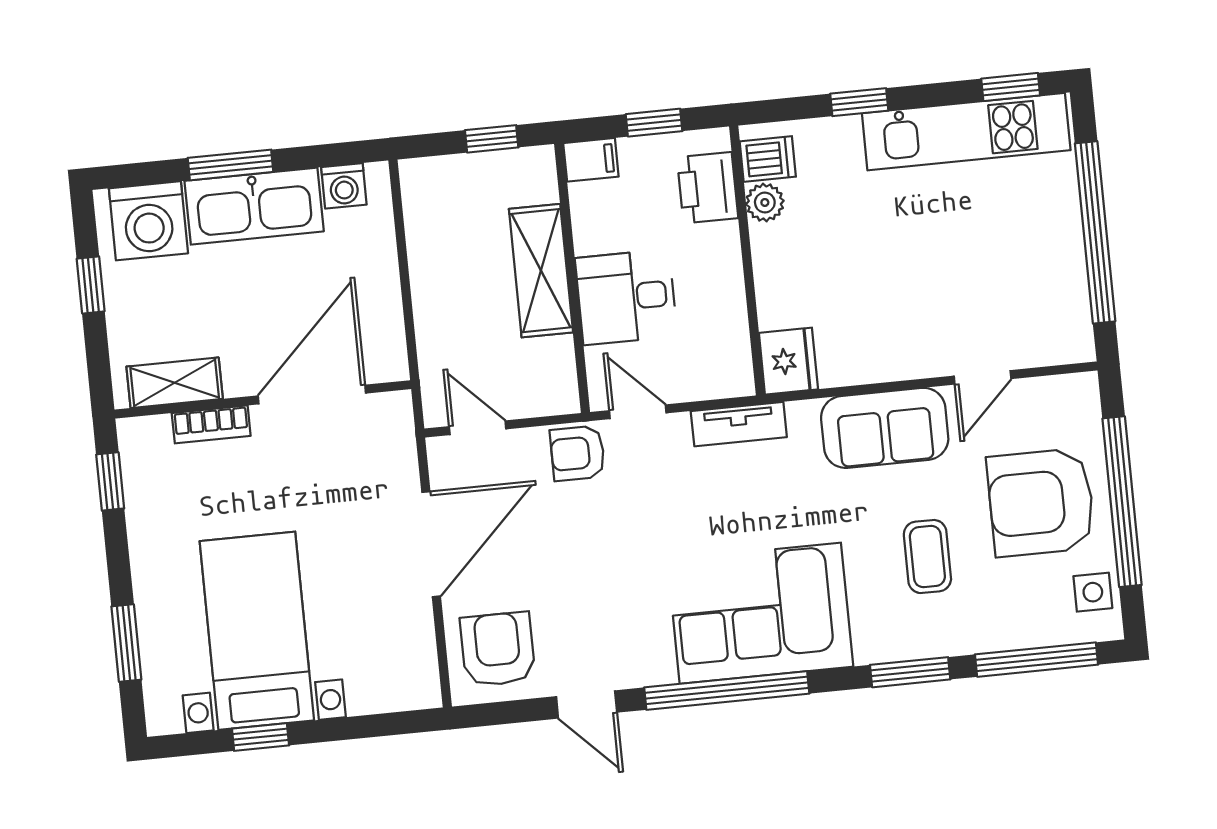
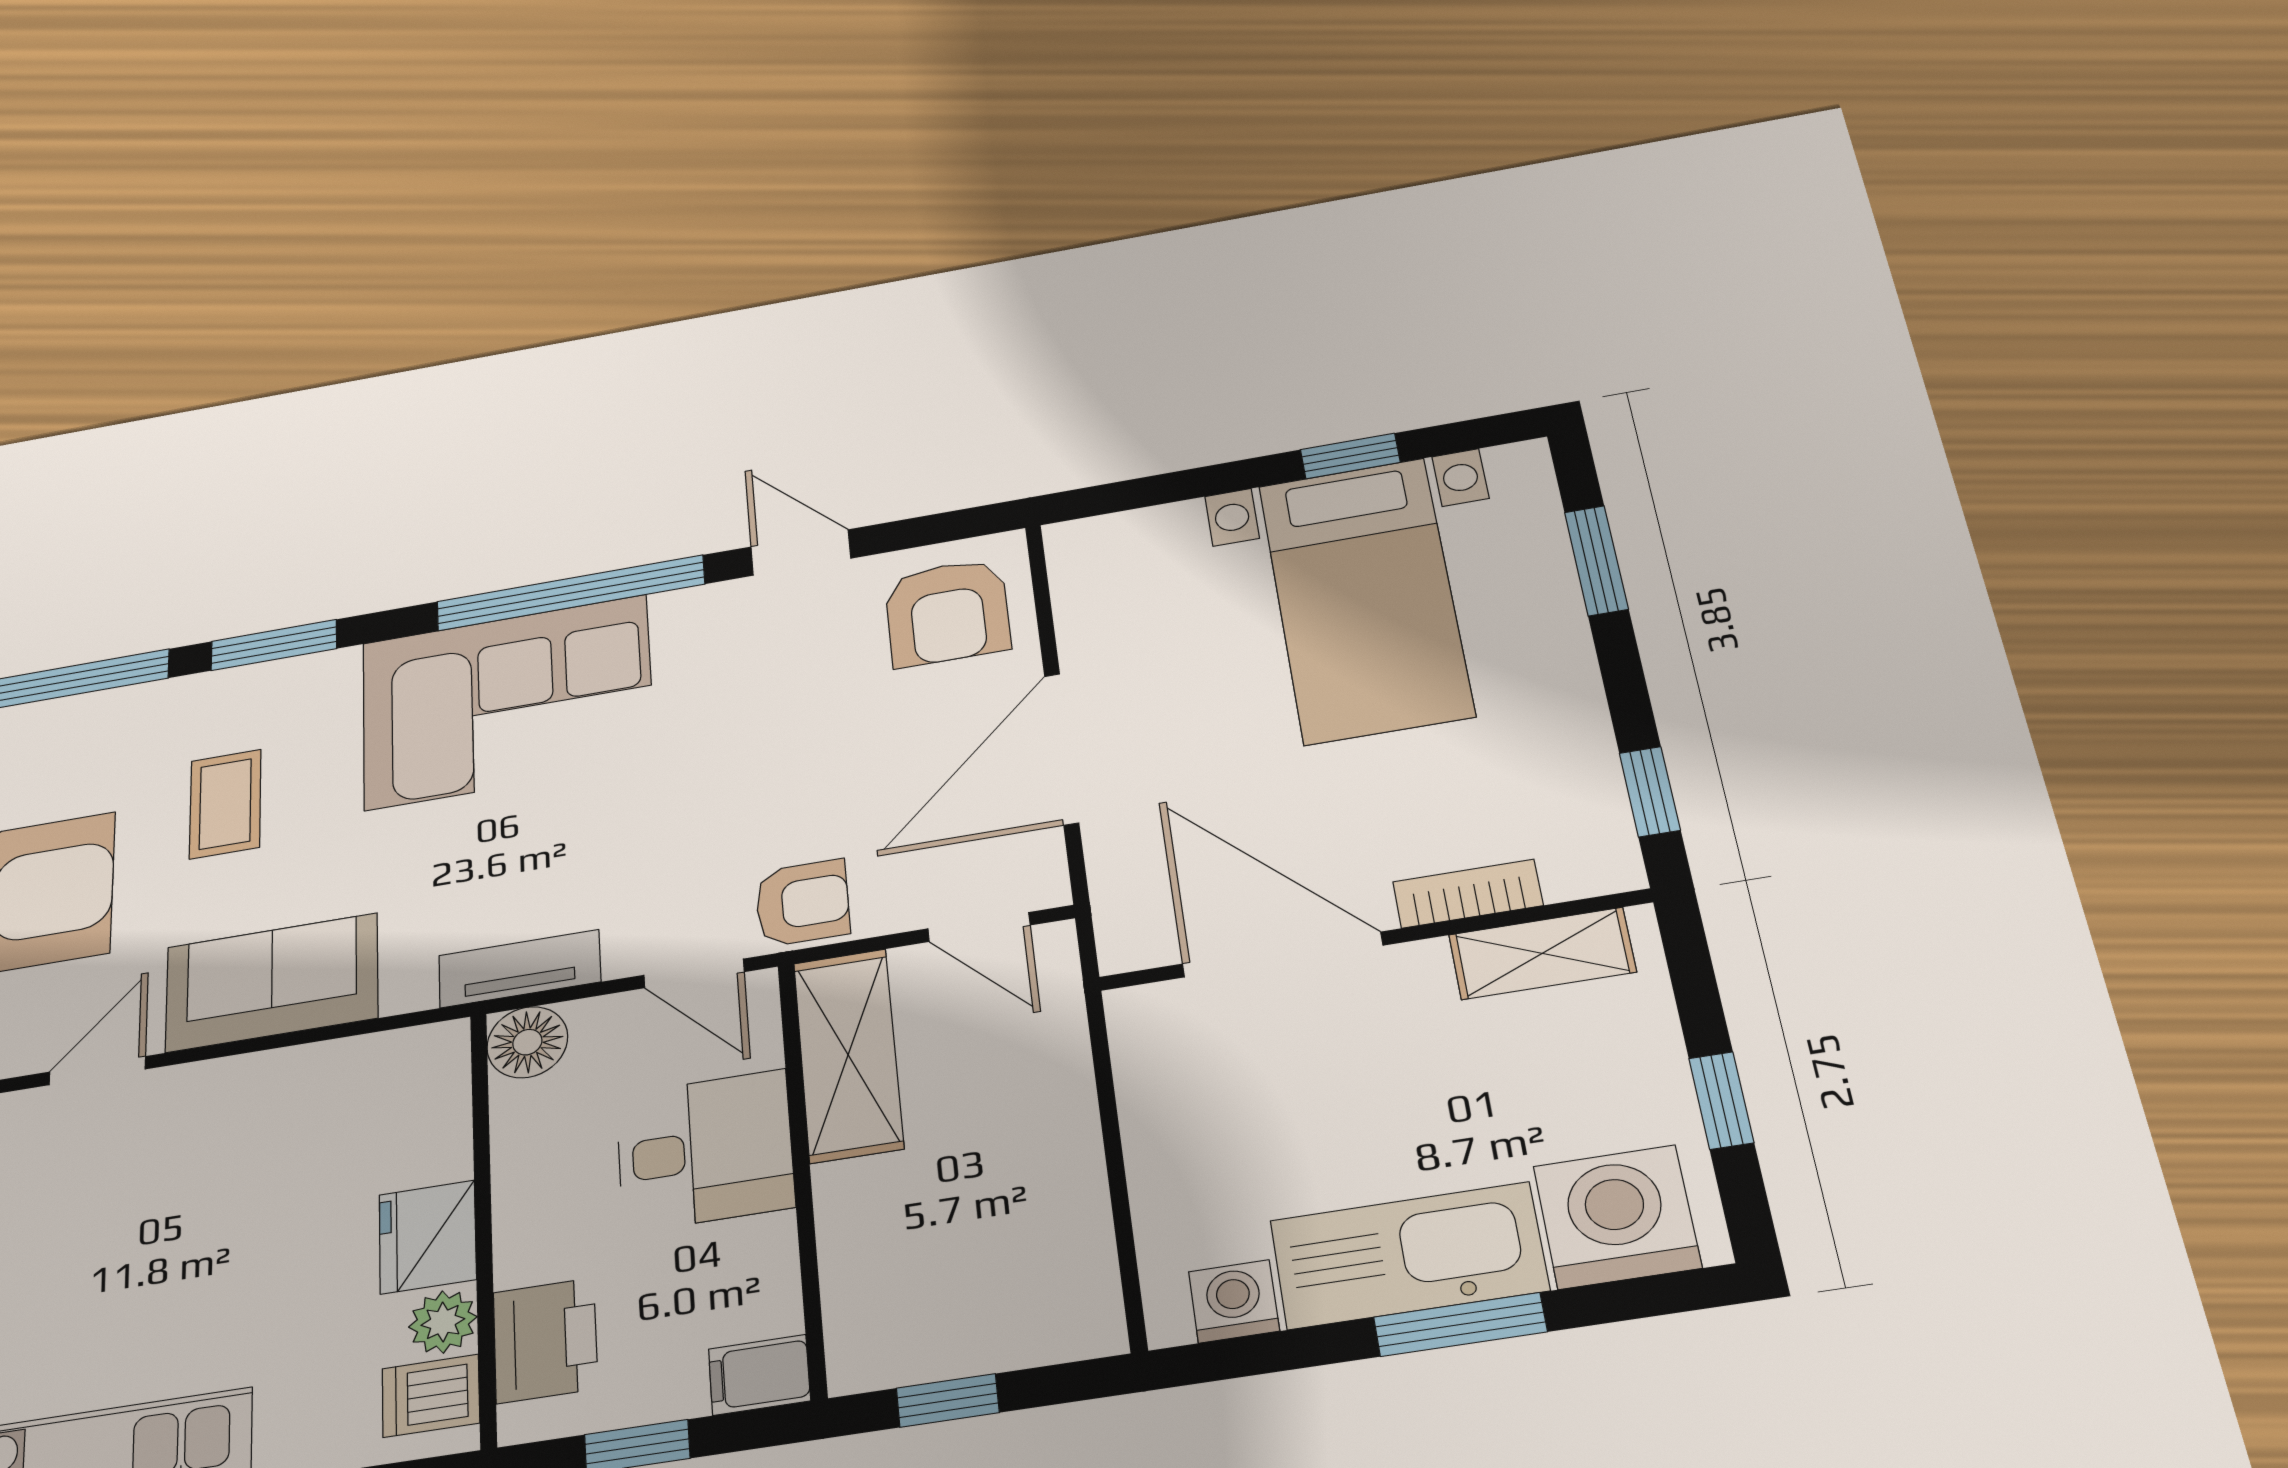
shelving: (541, 271) -> (848, 1055), moved
fridge: (788, 361) -> (428, 1237), moved
floor lamp: (731, 375) -> (527, 1042), added
door: (312, 395) -> (1282, 955), swing flipped

